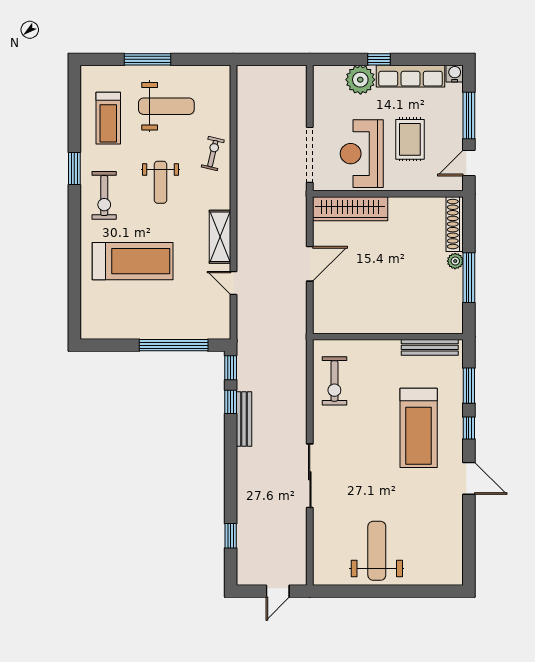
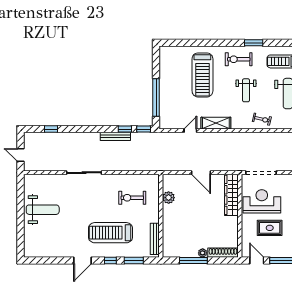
weight bench: (160, 182) -> (246, 90), turned -90
plant: (355, 323) -> (169, 198), added
exercise bike: (334, 381) -> (132, 198), moved

